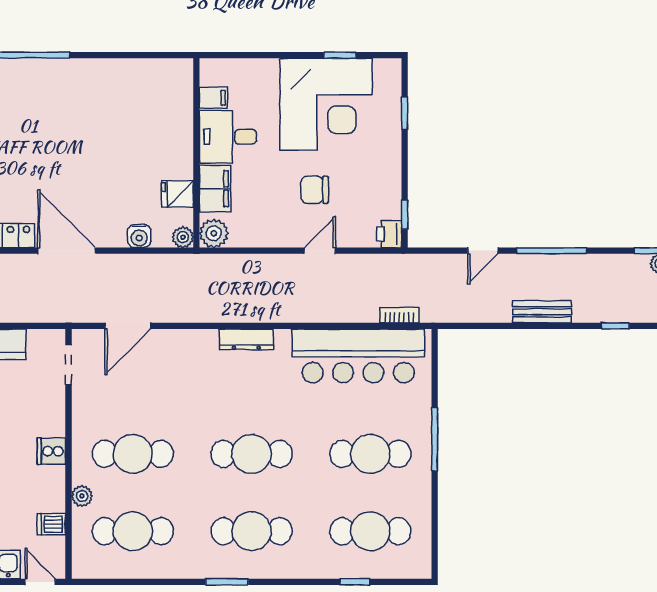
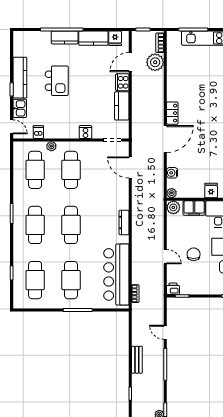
fridge: (177, 194) -> (211, 191), moved
cooker: (51, 451) -> (85, 132), moved
door: (40, 582) -> (12, 127), hinge flipped

